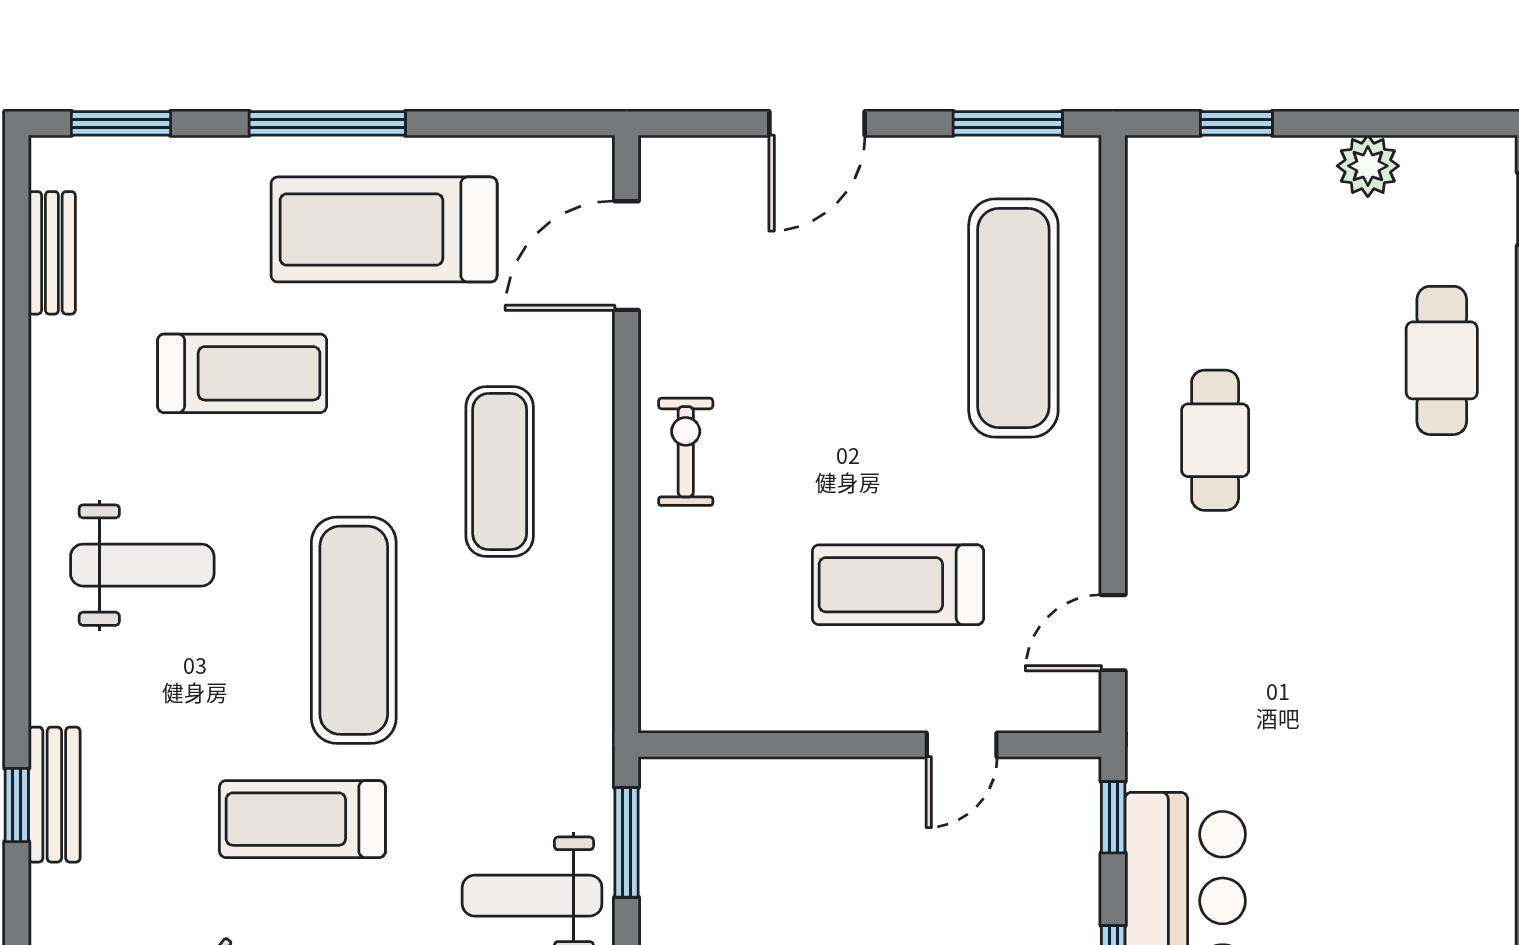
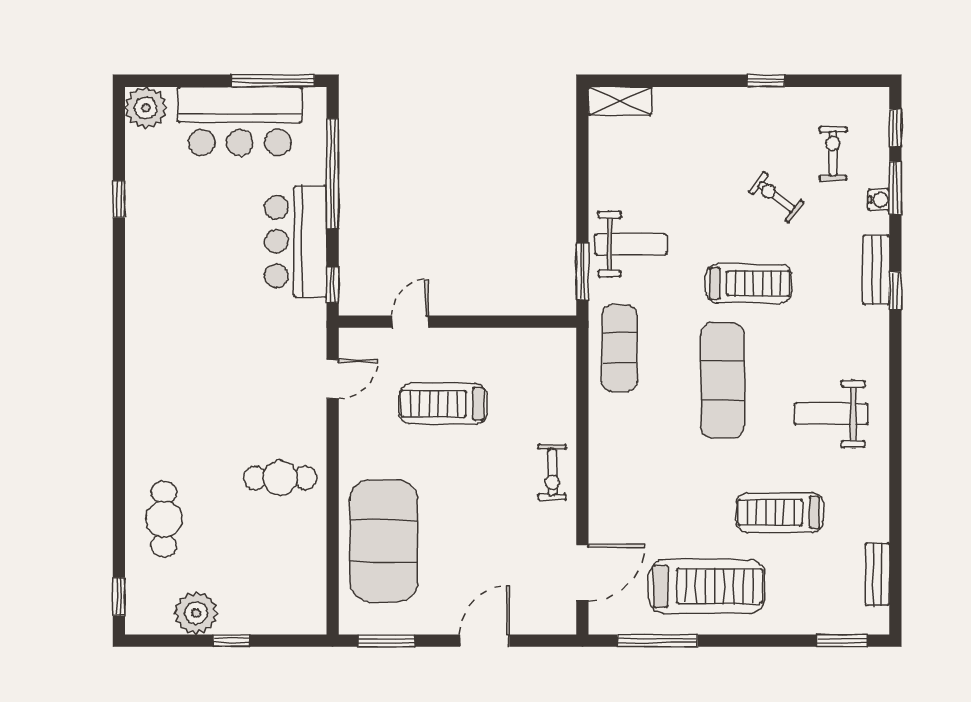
window: (327, 123) -> (657, 641), moved
window: (1236, 123) -> (232, 641), moved
plant: (1368, 166) -> (196, 613), width x1.36, depth x1.36
exercise mat: (1013, 318) -> (384, 541), width x1.47
cafe table: (1215, 440) -> (280, 478), turned 90
exercise mat: (500, 472) -> (620, 348), moved
treadmill: (898, 585) -> (443, 404), turned 180
bench: (54, 795) -> (876, 270), moved

